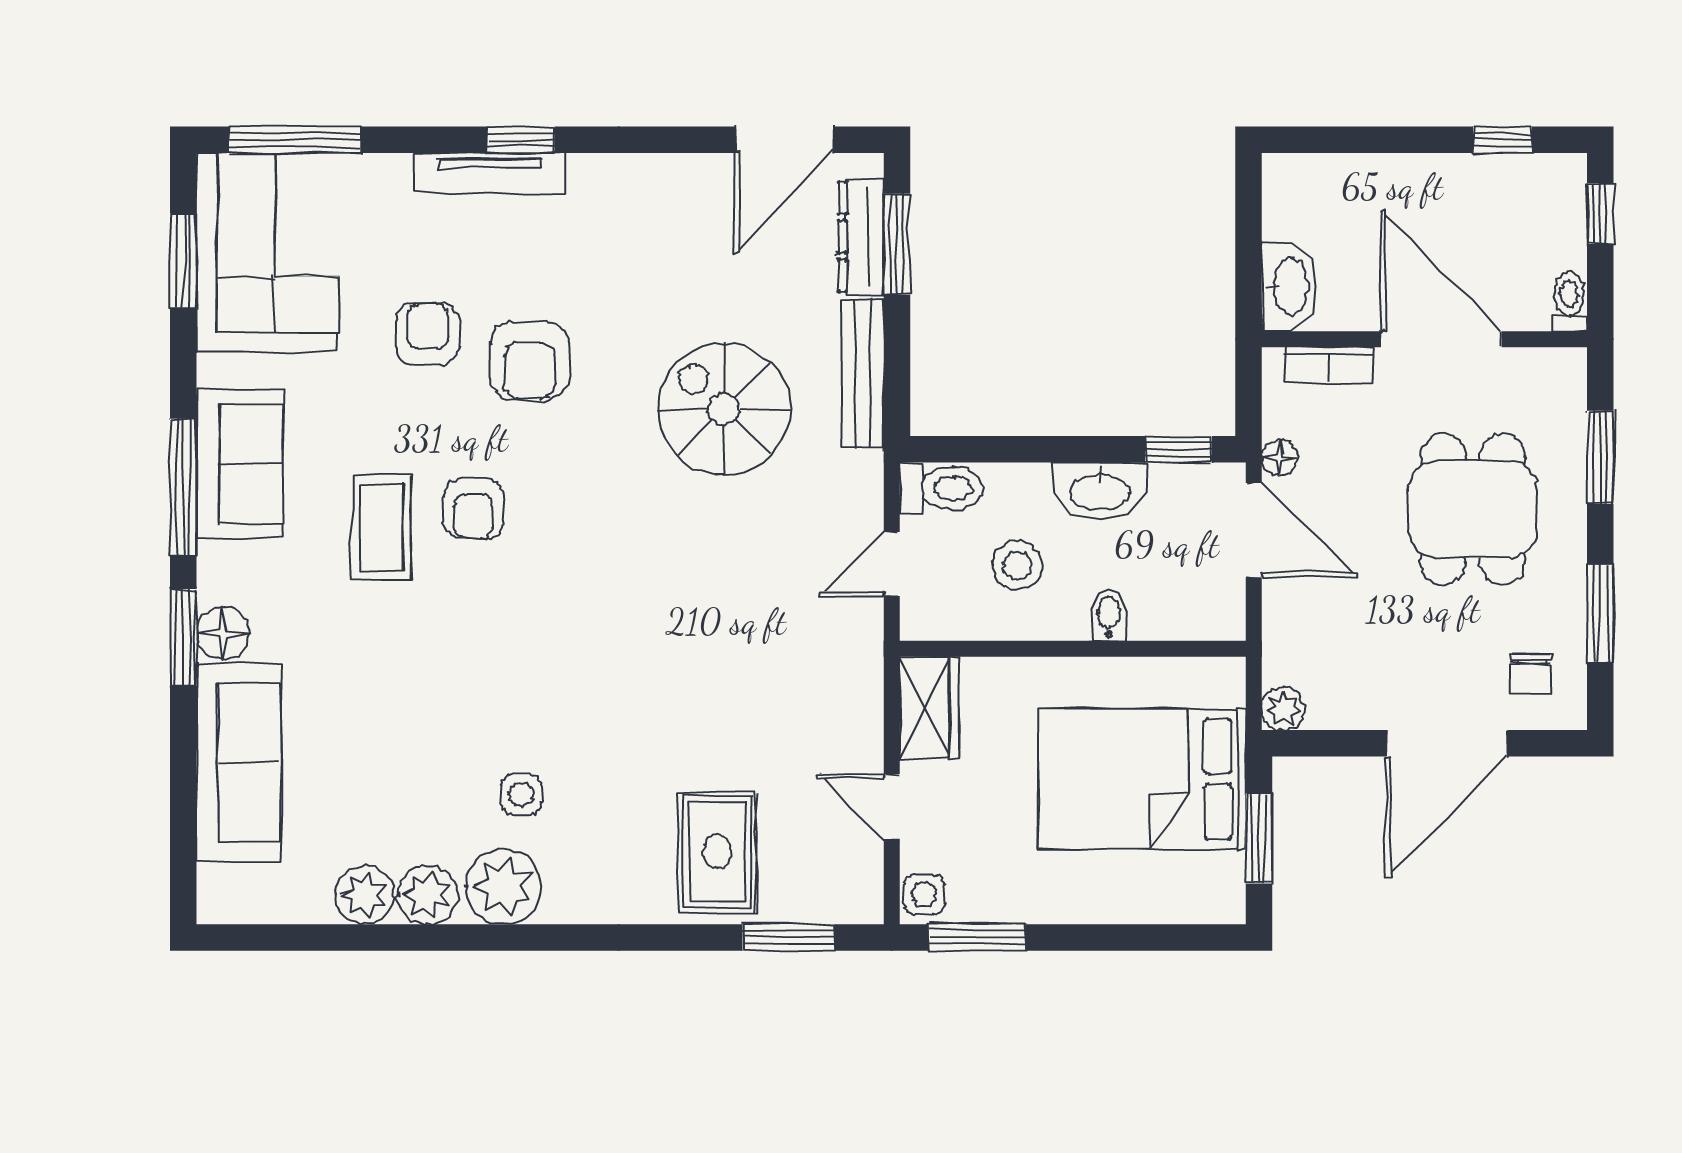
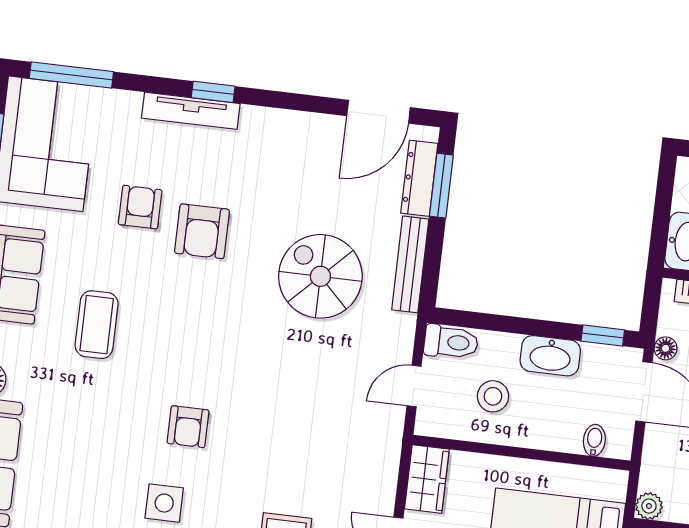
armchair: (473, 509) -> (188, 427), moved
bidet: (1109, 616) -> (594, 440), moved
side table: (521, 795) -> (164, 503), width x1.37, depth x1.37

